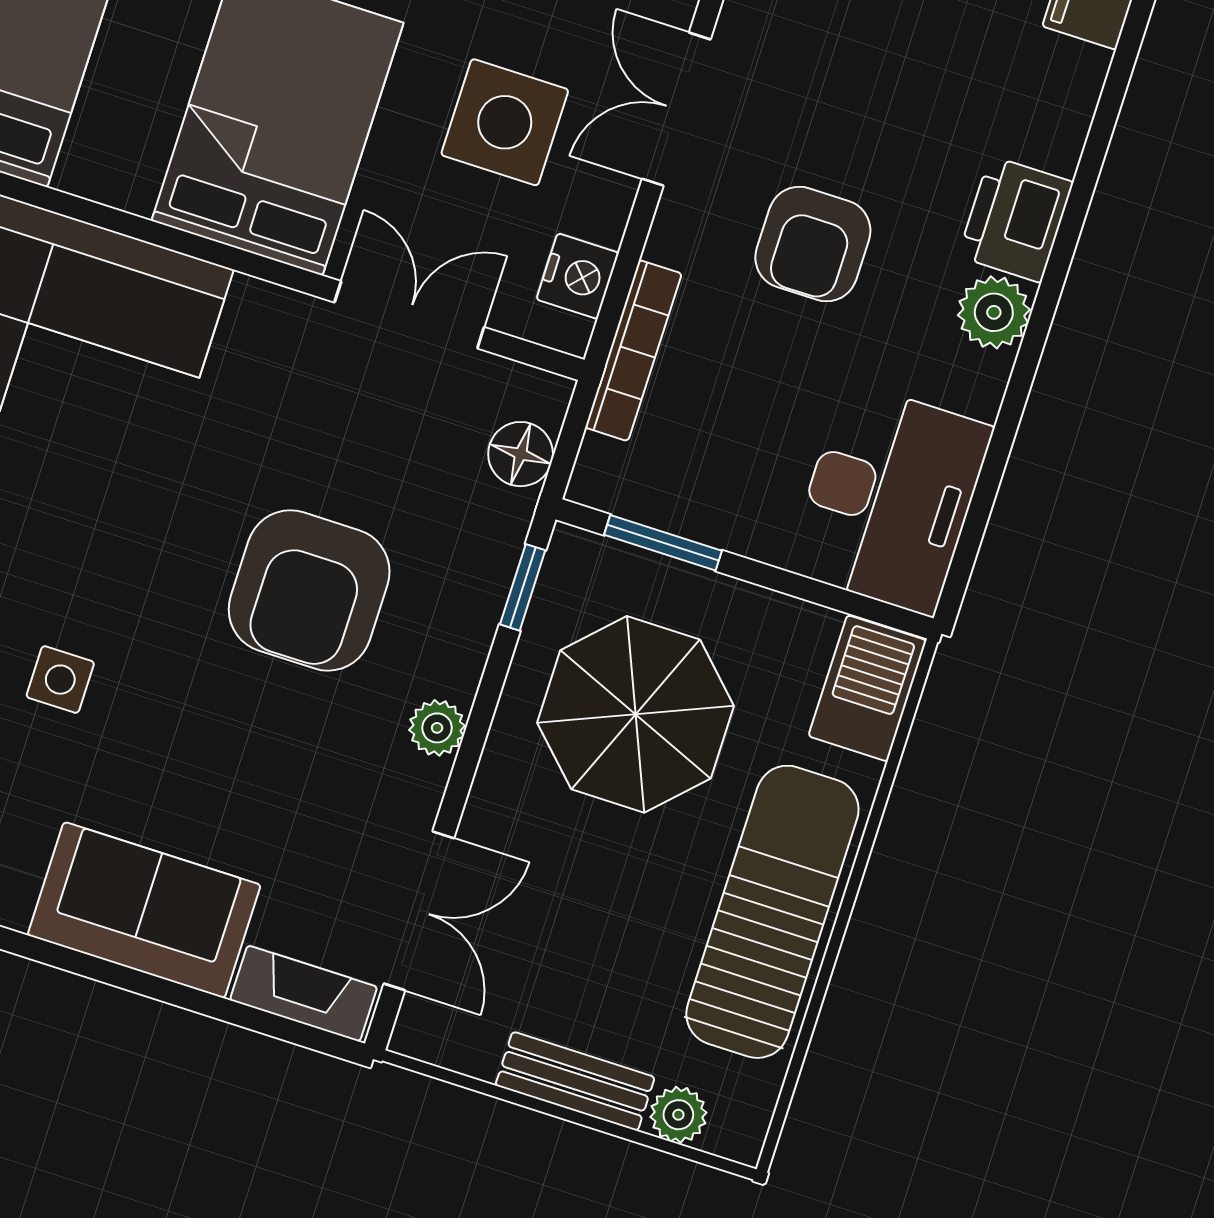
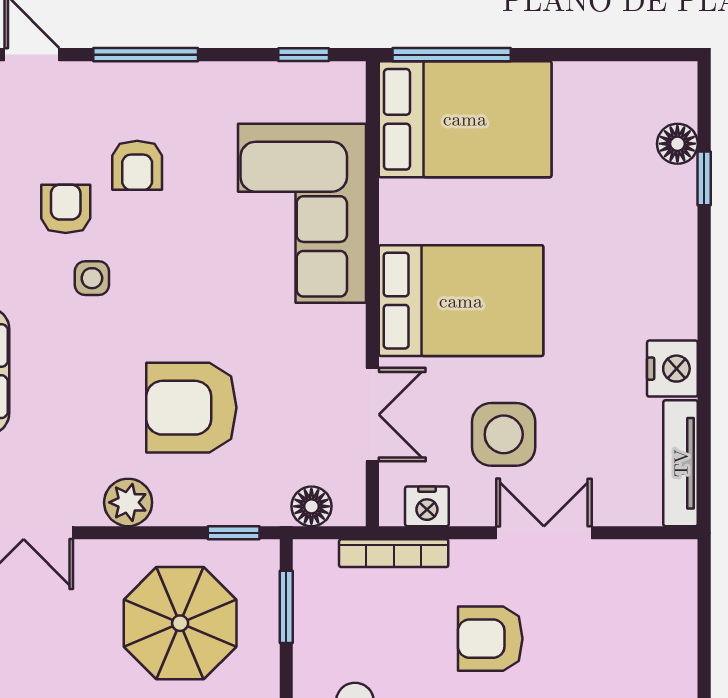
plant: (437, 728) -> (128, 502), width x1.38, depth x1.38

